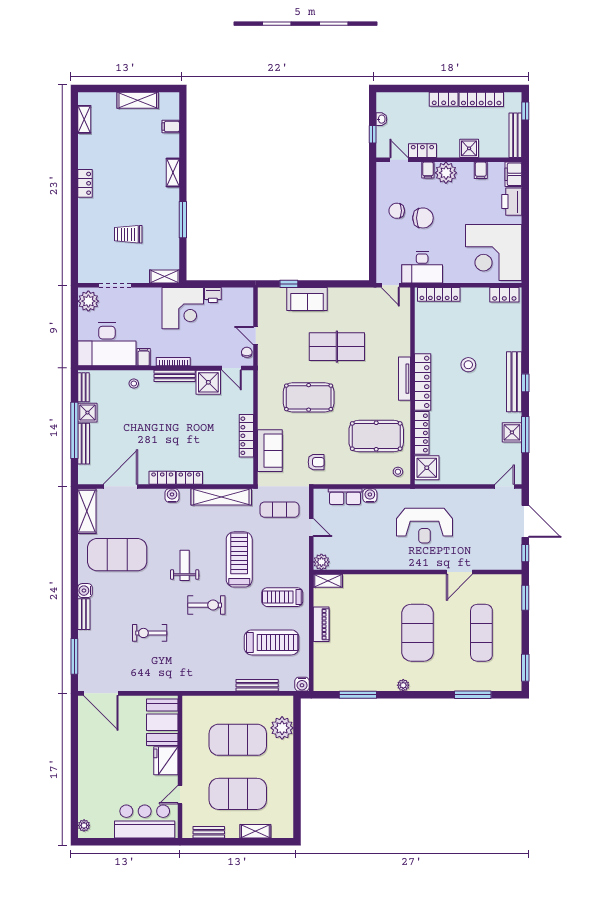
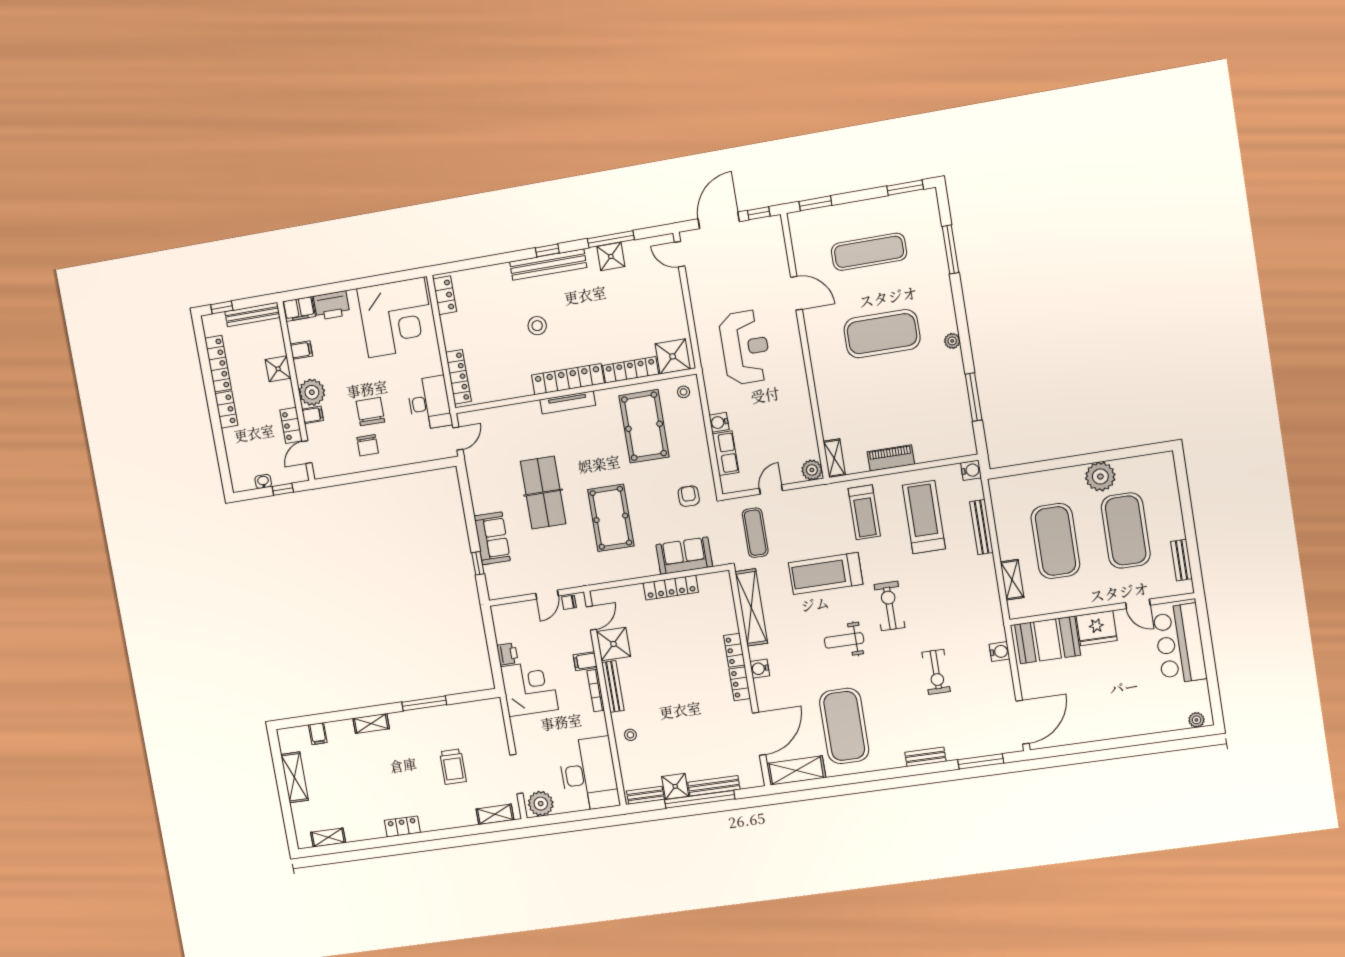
shelving: (164, 277) -> (495, 814), moved, turned 90
filing cabinet: (144, 357) -> (585, 661), moved
door: (120, 486) -> (759, 734), swing flipped
water cooler: (85, 591) -> (1000, 652), moved, turned -90
plant: (282, 728) -> (1100, 476), moved
shelving: (255, 831) -> (1012, 580), moved

